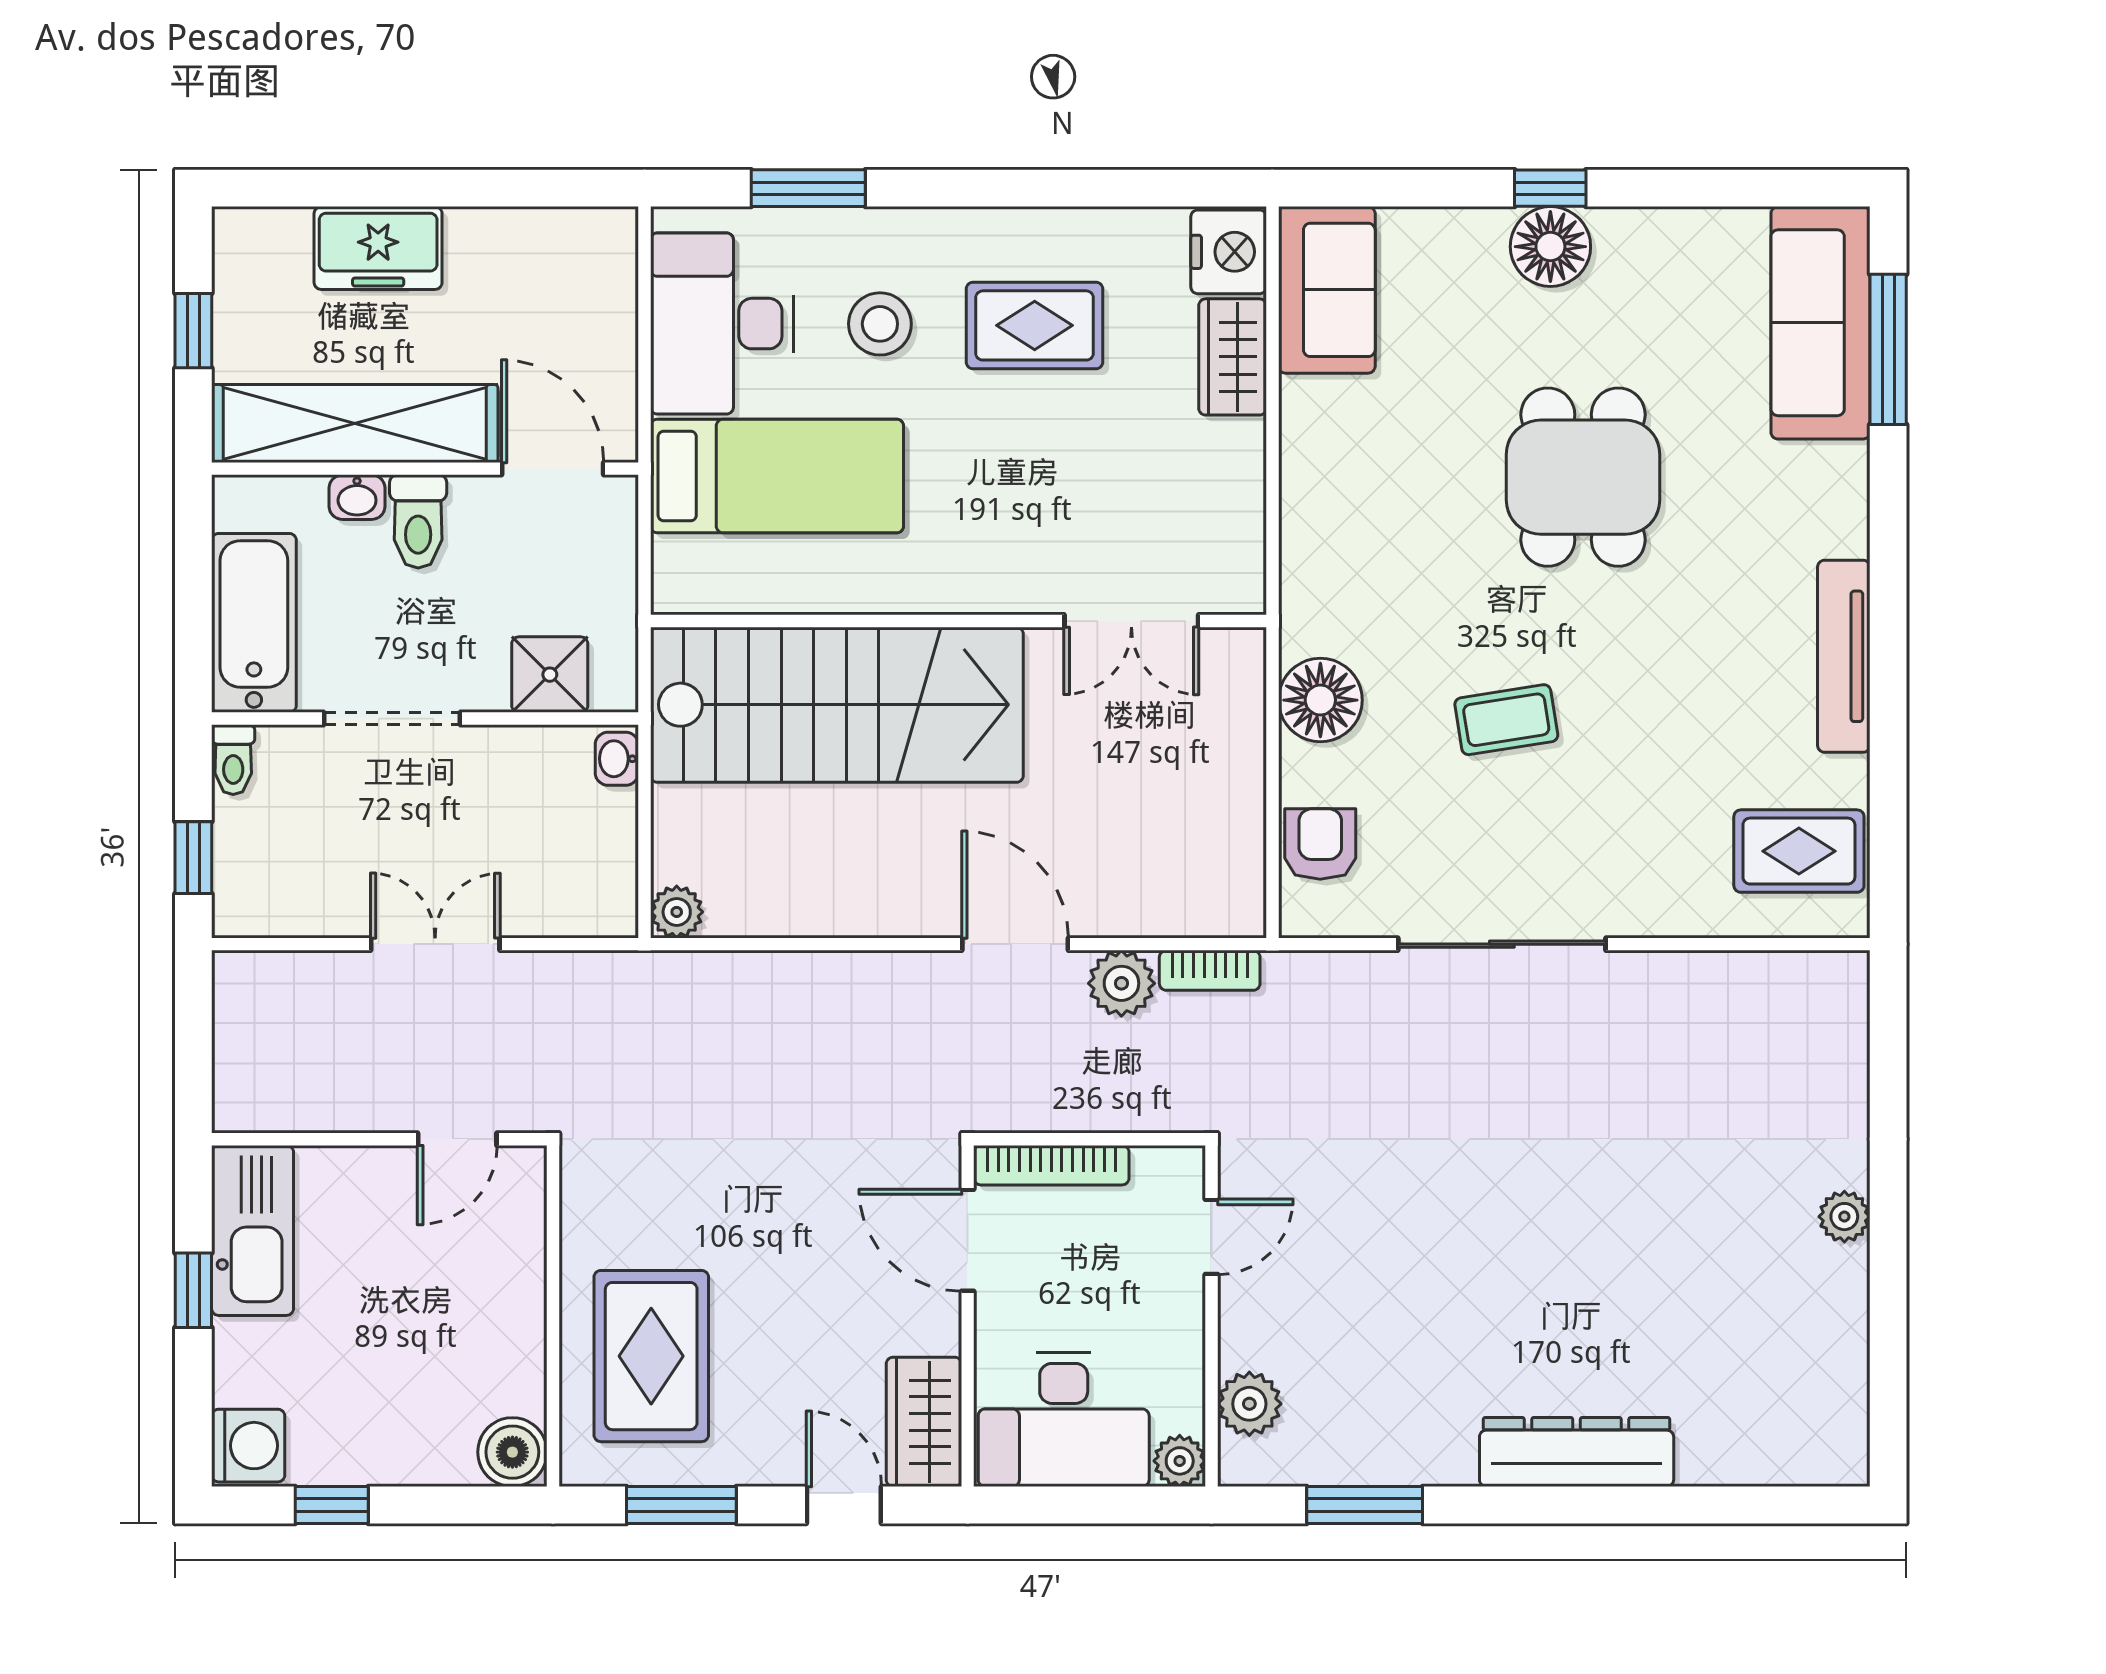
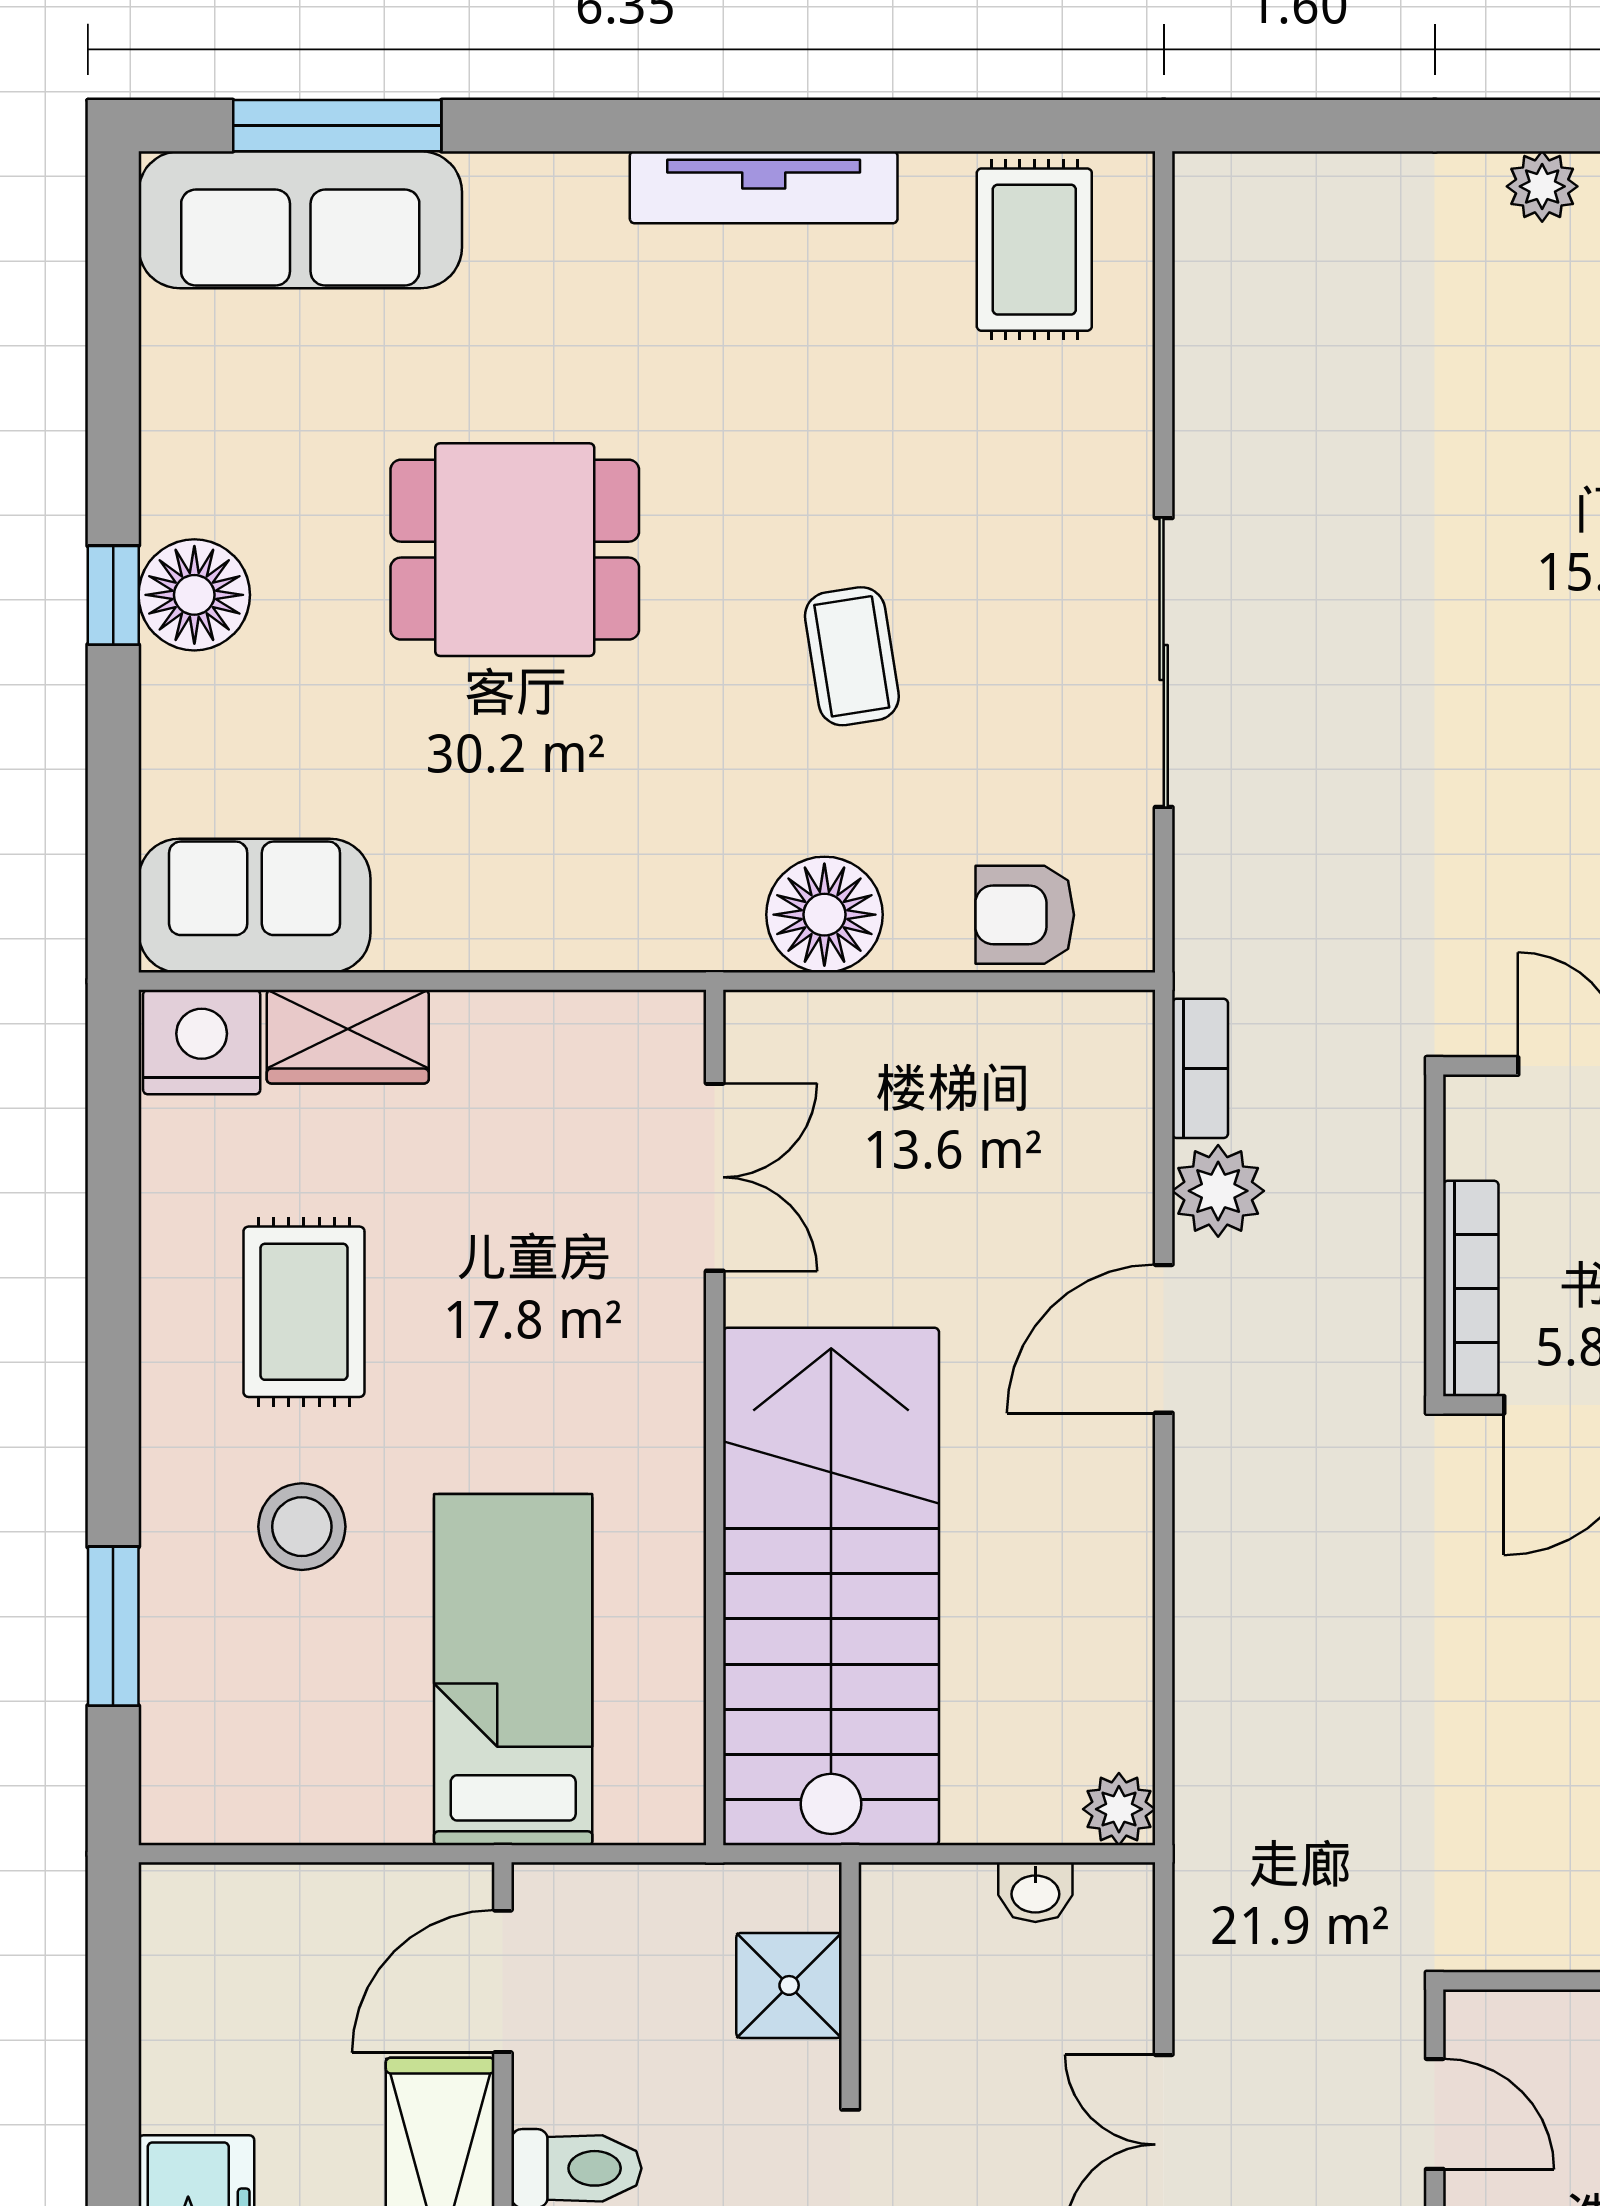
desk: (722, 324) -> (301, 1746), removed
washbasin: (617, 759) -> (1035, 1892), moved

